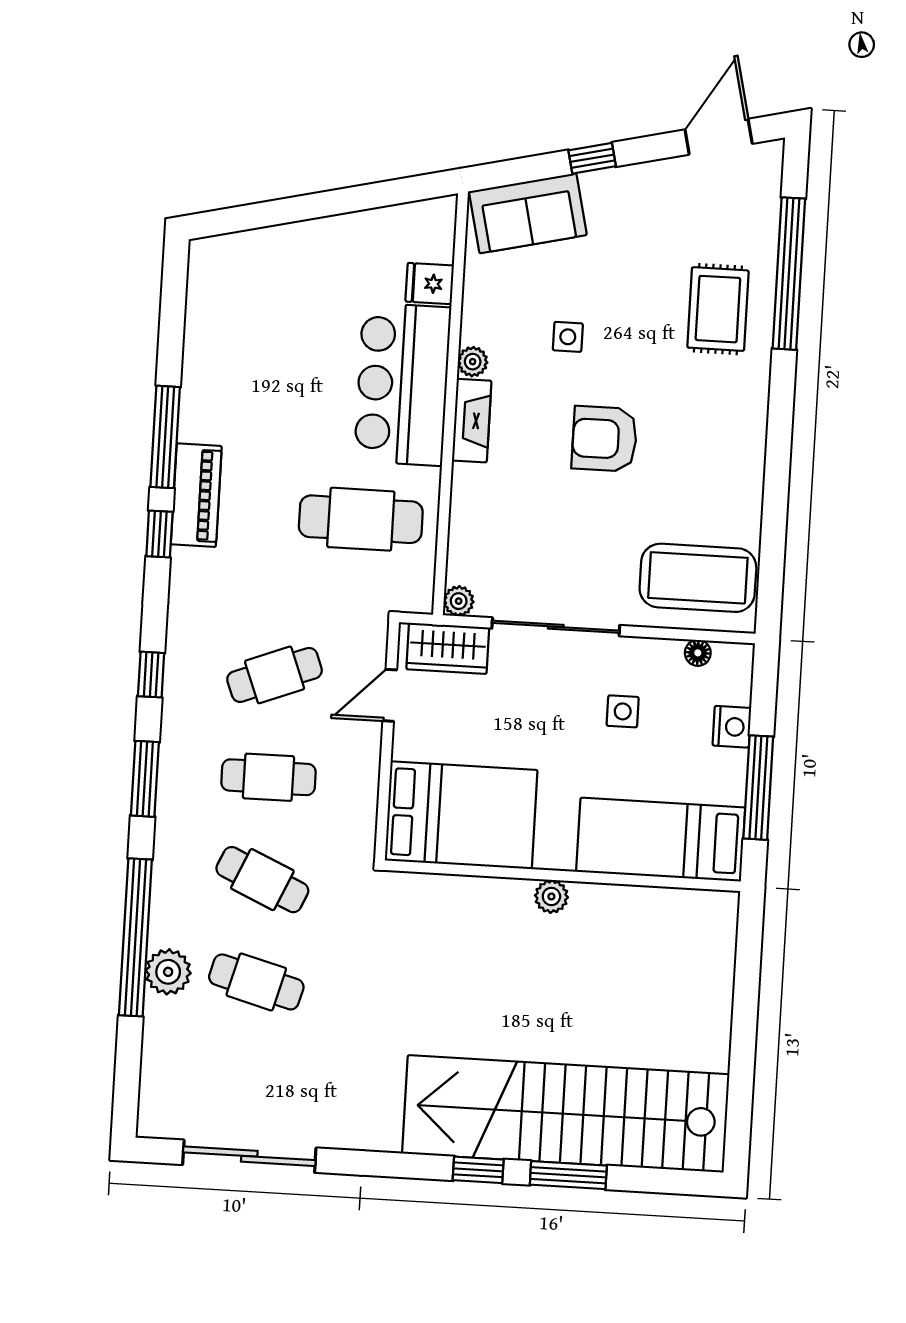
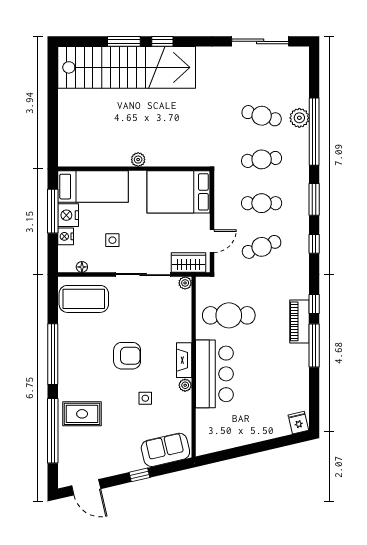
door: (719, 137) -> (86, 487), hinge flipped
fridge: (430, 284) -> (298, 423), moved, turned -103
rug: (718, 309) -> (82, 414), turned 90
window: (778, 453) -> (53, 354), added
nightstand: (723, 776) -> (68, 215), added
cafe table: (262, 880) -> (262, 159), turned -30

